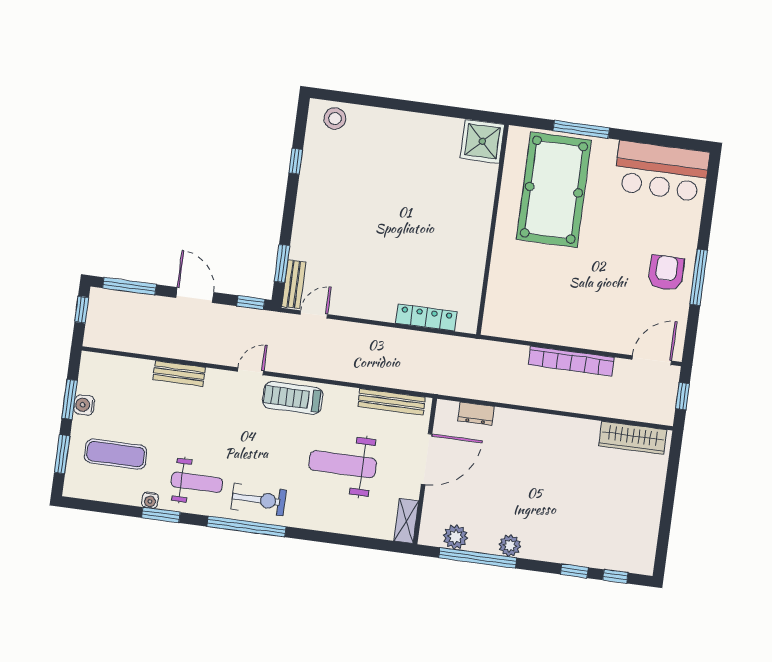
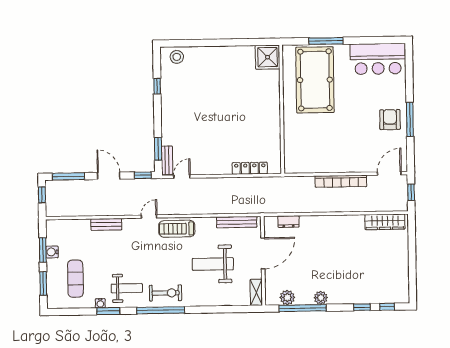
exercise mat: (116, 454) -> (75, 279), turned 90

